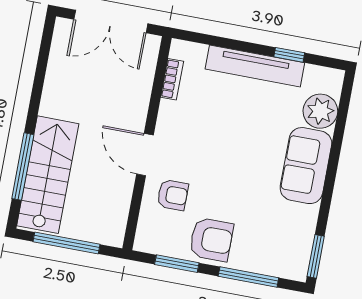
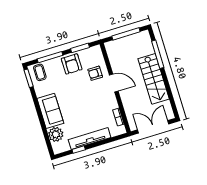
stairs: (48, 175) -> (154, 79), moved
armchair: (211, 239) -> (72, 64), turned -90
coffee table: (286, 256) -> (40, 72), added

